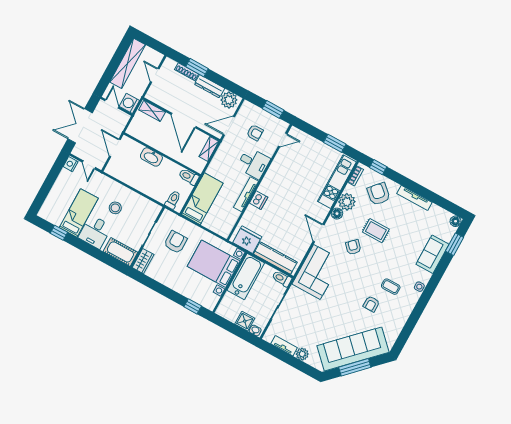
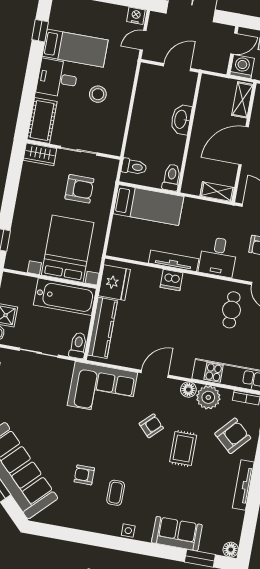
cafe table: (293, 166) -> (232, 310), added

